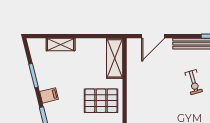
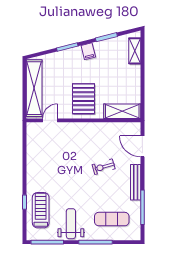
shelving: (61, 45) -> (135, 51), moved
exercise bike: (194, 82) -> (104, 167), moved

